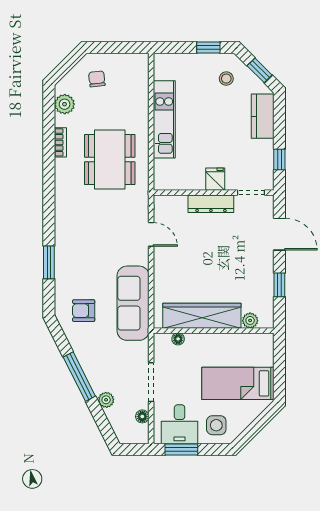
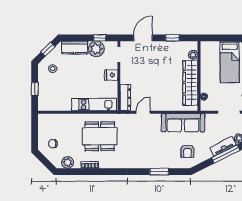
window: (208, 47) -> (35, 89), moved
kitchen unit: (164, 119) -> (94, 105), moved
plant: (260, 153) -> (96, 49), added
dresser: (211, 204) -> (125, 98), moved
tv unit: (92, 372) -> (223, 146), added

